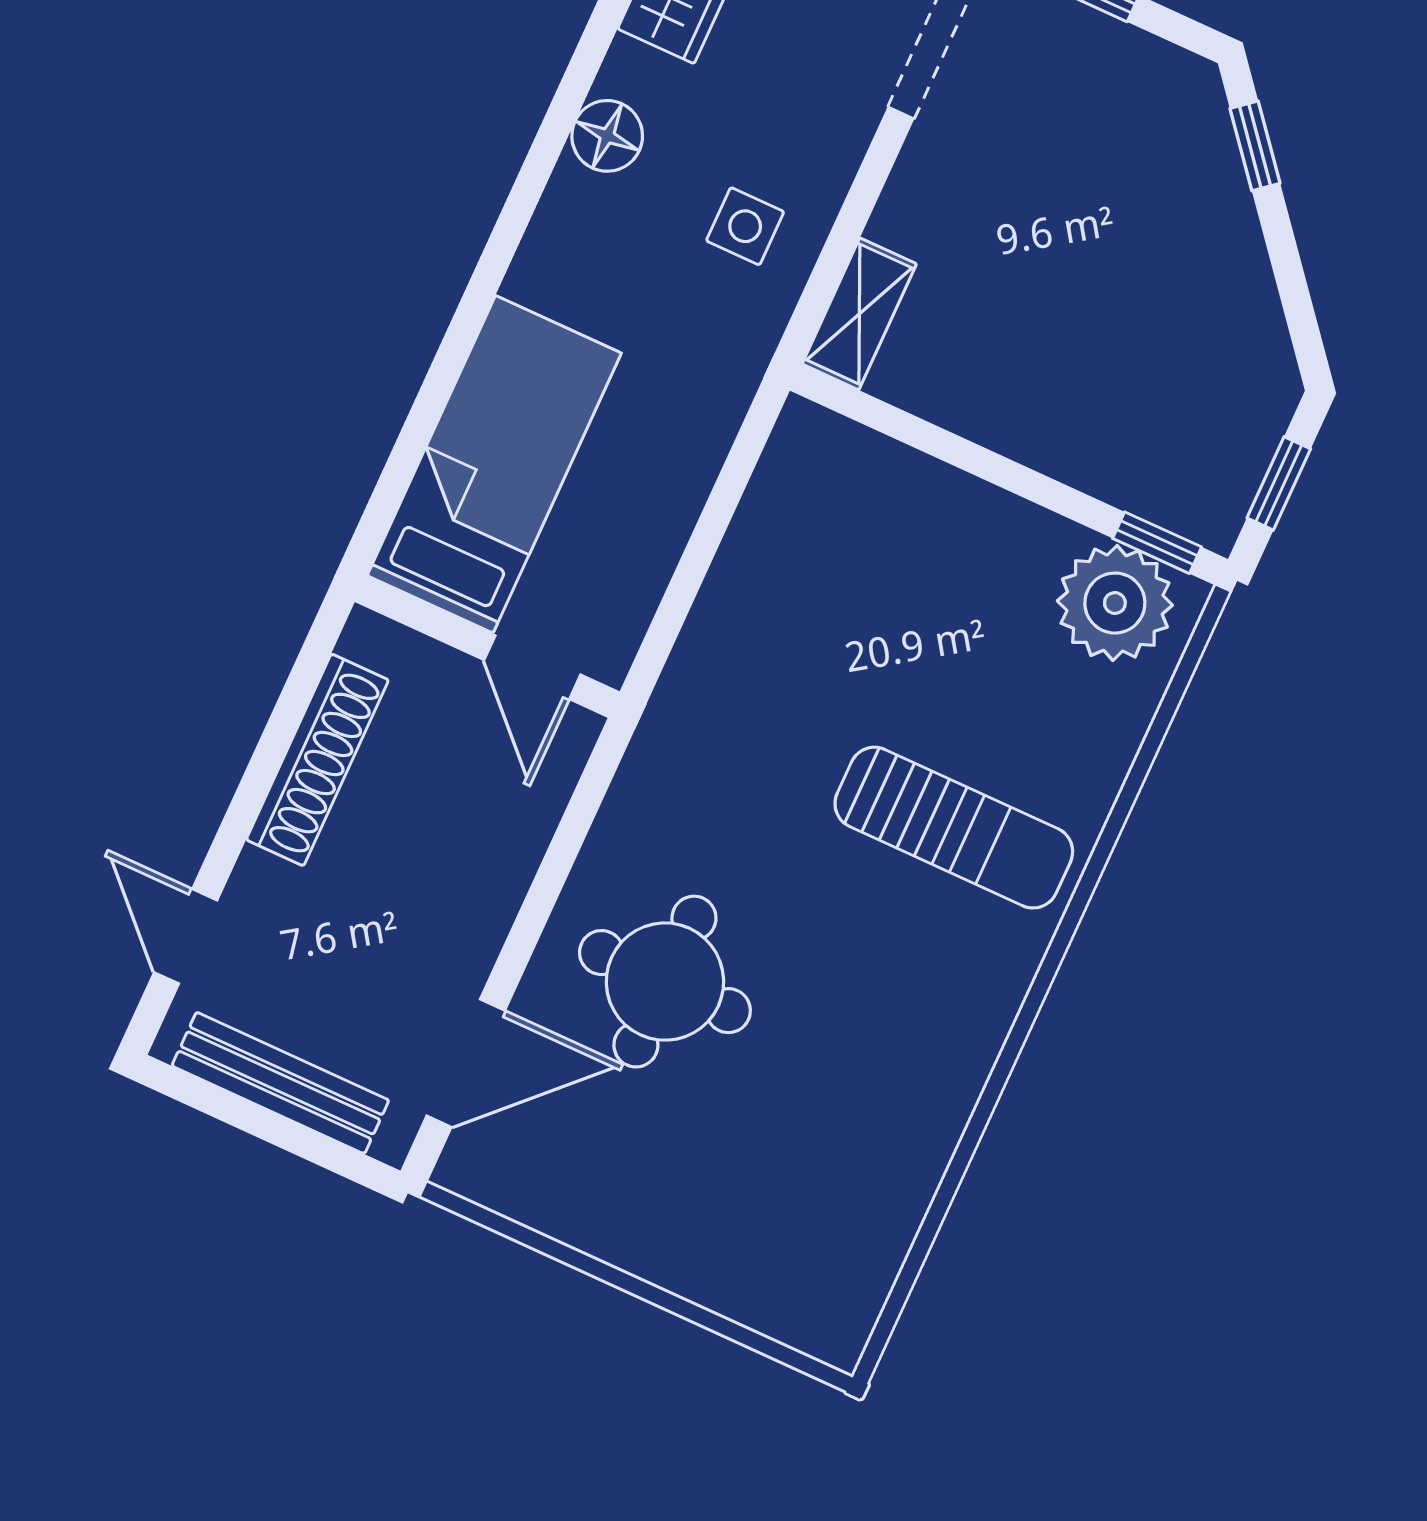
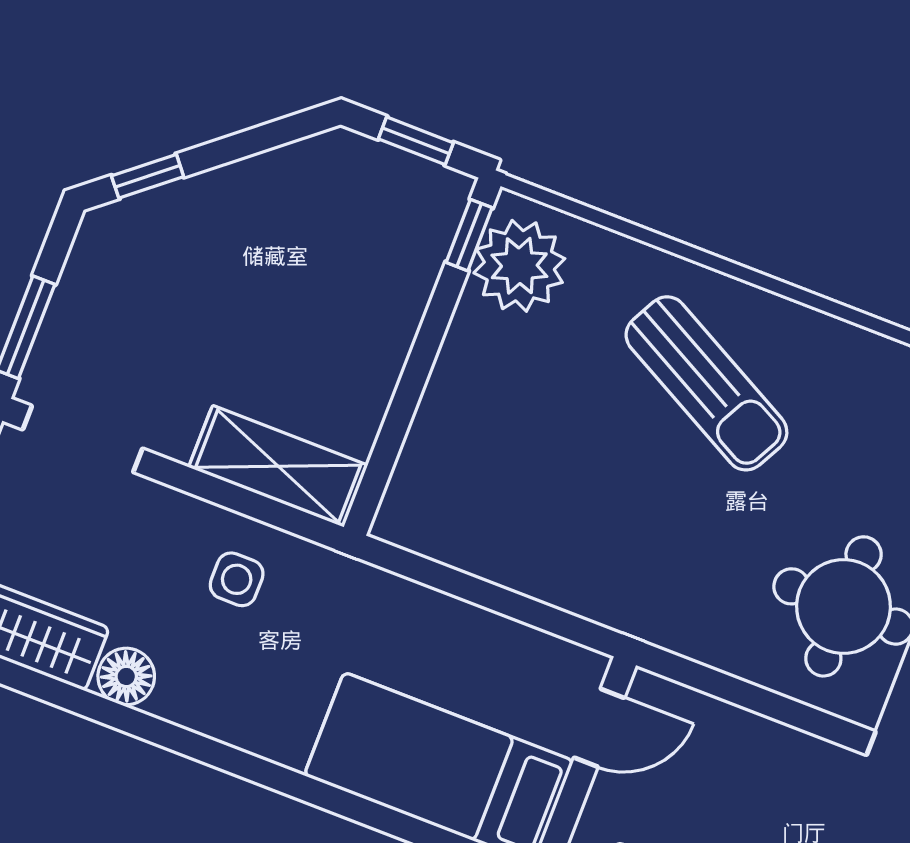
floor lamp: (607, 136) -> (126, 676), moved
shelving: (859, 314) -> (278, 466), width x1.50, depth x1.33
sun lounger: (954, 828) -> (706, 383), turned 118

